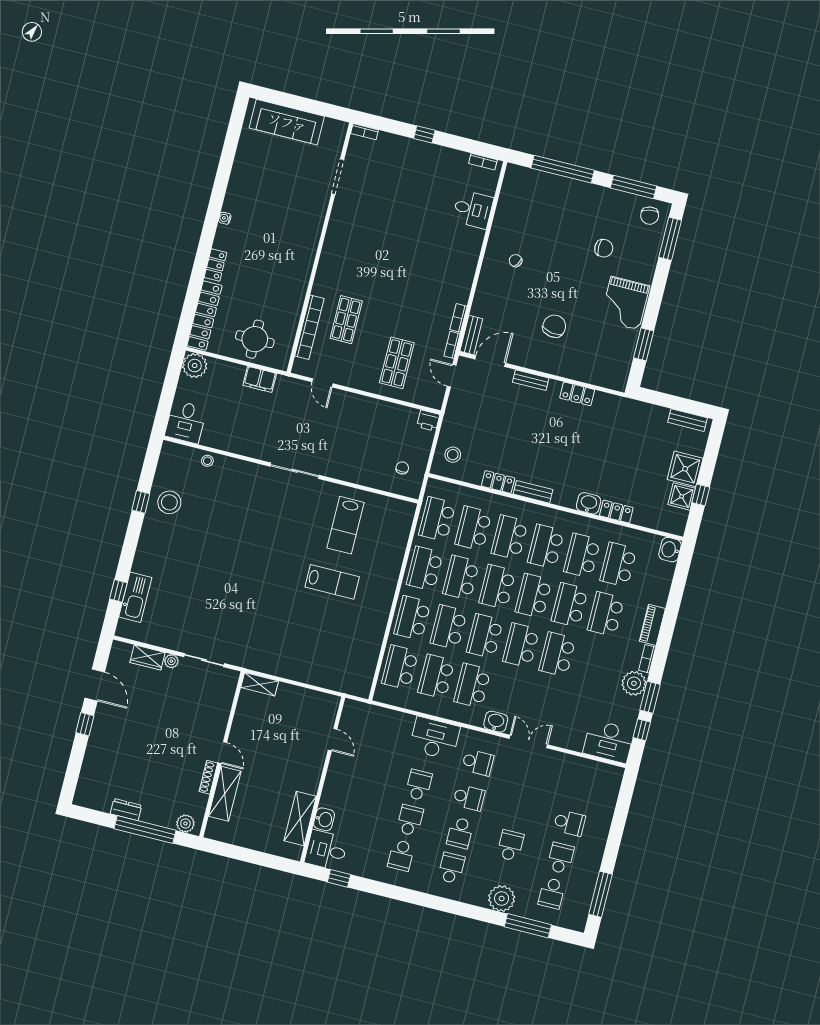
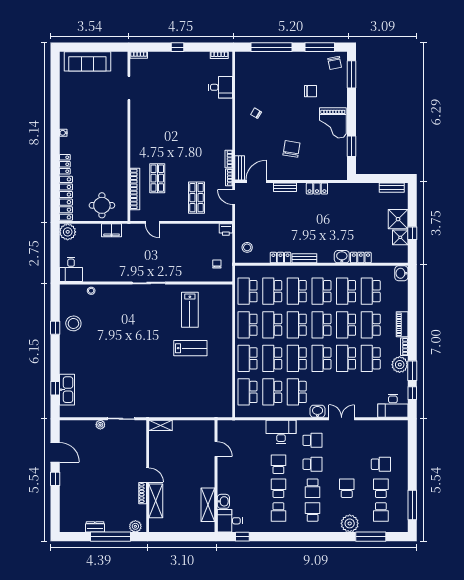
wardrobe: (147, 657) -> (84, 426), removed
school desk: (593, 663) -> (371, 358), added

